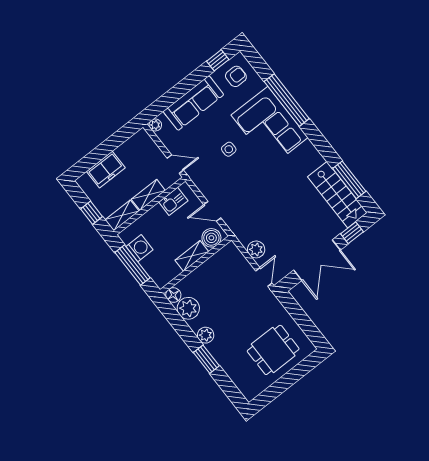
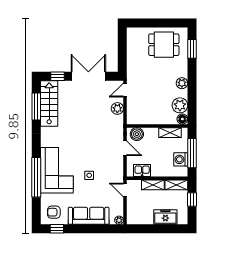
shelving: (192, 256) -> (170, 133), moved
dining table: (273, 350) -> (164, 45), moved
window: (206, 359) -> (192, 49), moved

